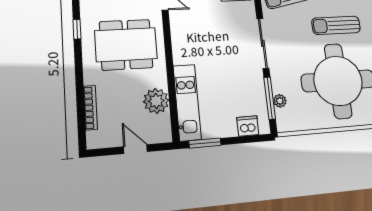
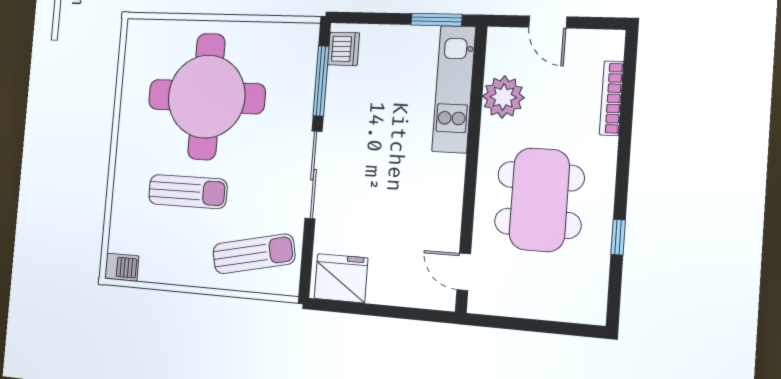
dining table: (126, 45) -> (539, 200), turned 90
plant: (280, 101) -> (306, 74), removed
dishwasher: (248, 126) -> (344, 49), moved, turned -90

